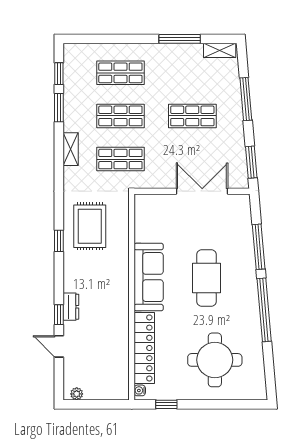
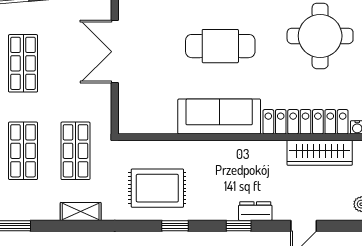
shelving: (71, 149) -> (81, 211), moved
window: (59, 315) -> (239, 226), moved
wardrobe: (119, 360) -> (320, 153), added

